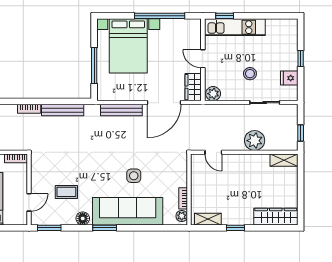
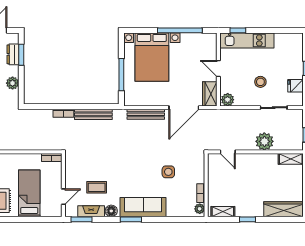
side table: (134, 176) -> (168, 172), moved
sofa: (128, 211) -> (143, 207), width x0.74, depth x0.79
fireplace: (60, 219) -> (91, 211), added

